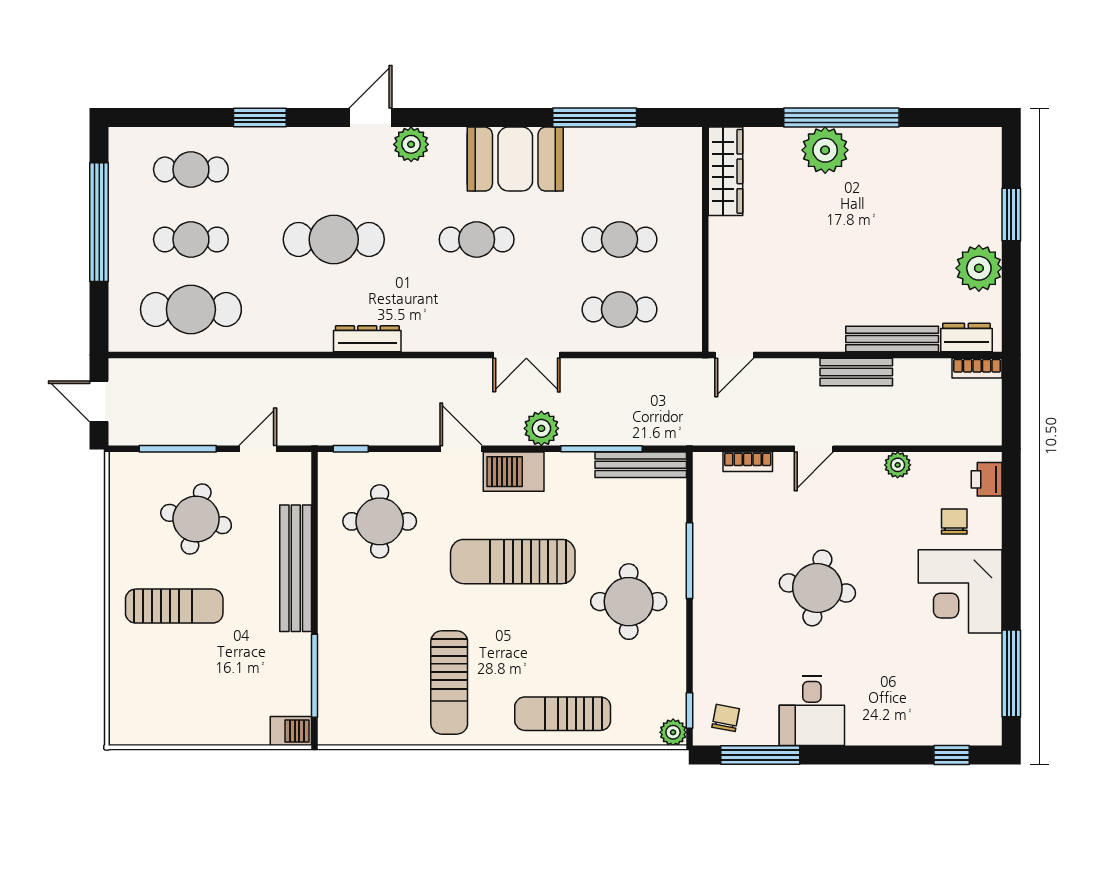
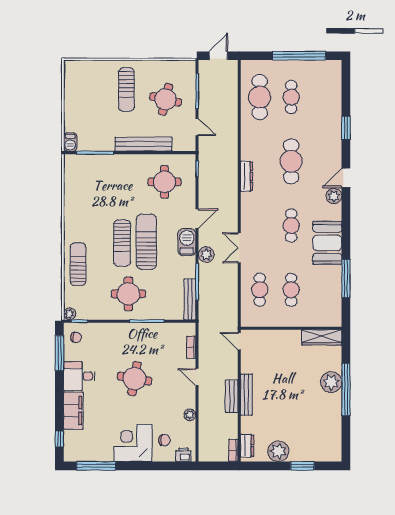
door: (371, 118) -> (346, 178), swing flipped
cafe table: (191, 169) -> (323, 97), removed
bench: (892, 339) -> (246, 395), moved
sun lounger: (449, 682) -> (122, 243), moved, turned -90
filing cabinet: (888, 724) -> (73, 411), added

